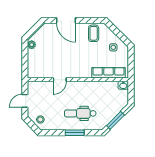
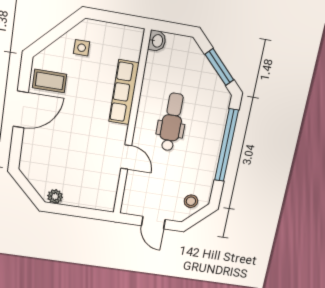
door: (66, 20) -> (21, 109), moved
row of seats: (109, 73) -> (124, 92), moved
dental chair: (80, 113) -> (172, 122), moved, turned 180
window: (75, 133) -> (226, 145), width x2.11

